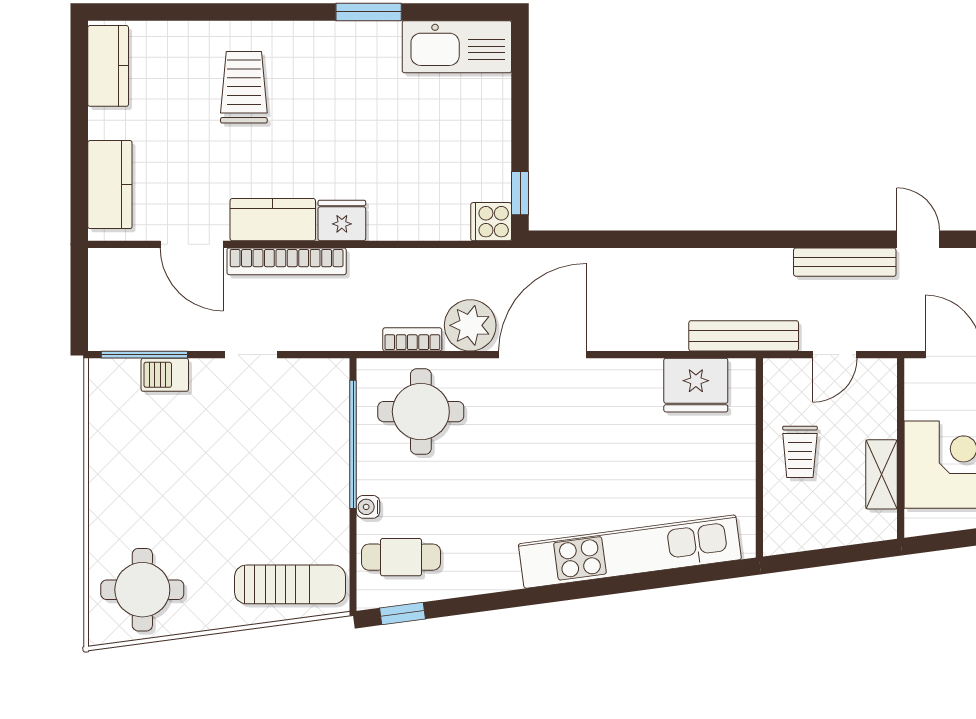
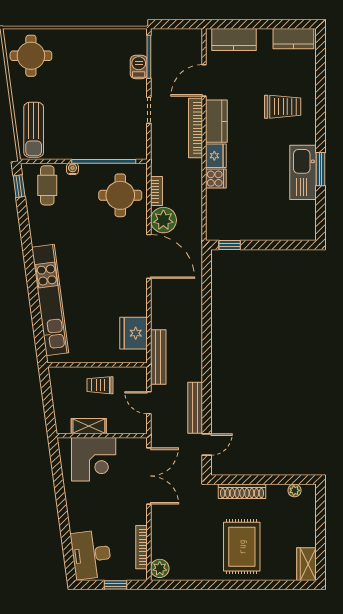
kitchen sink: (457, 47) -> (303, 172), moved
cooker: (491, 222) -> (216, 179), moved, turned 90

